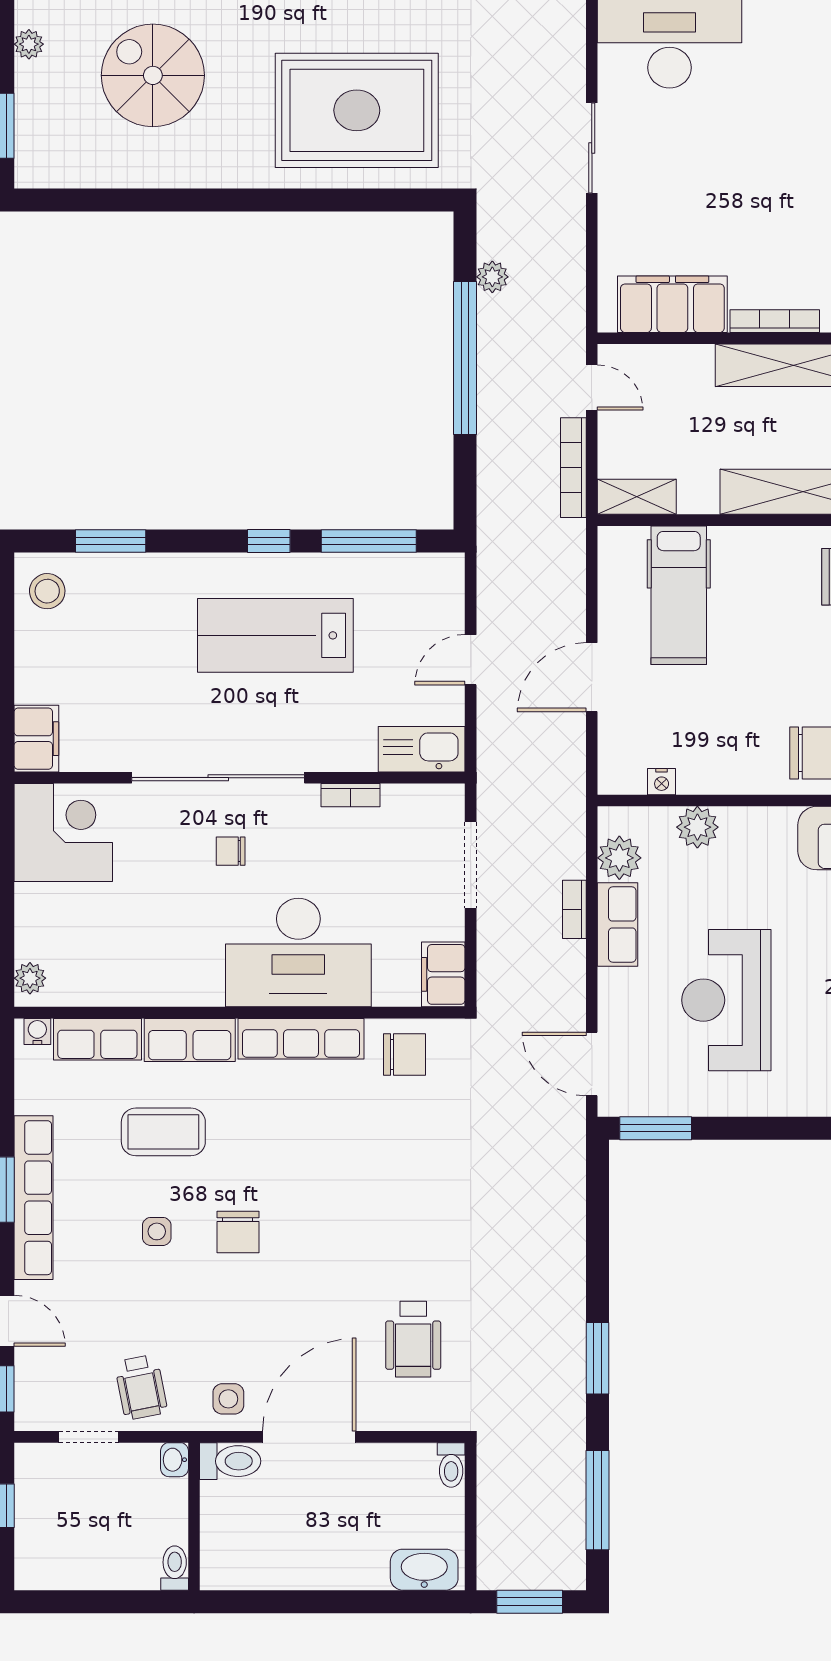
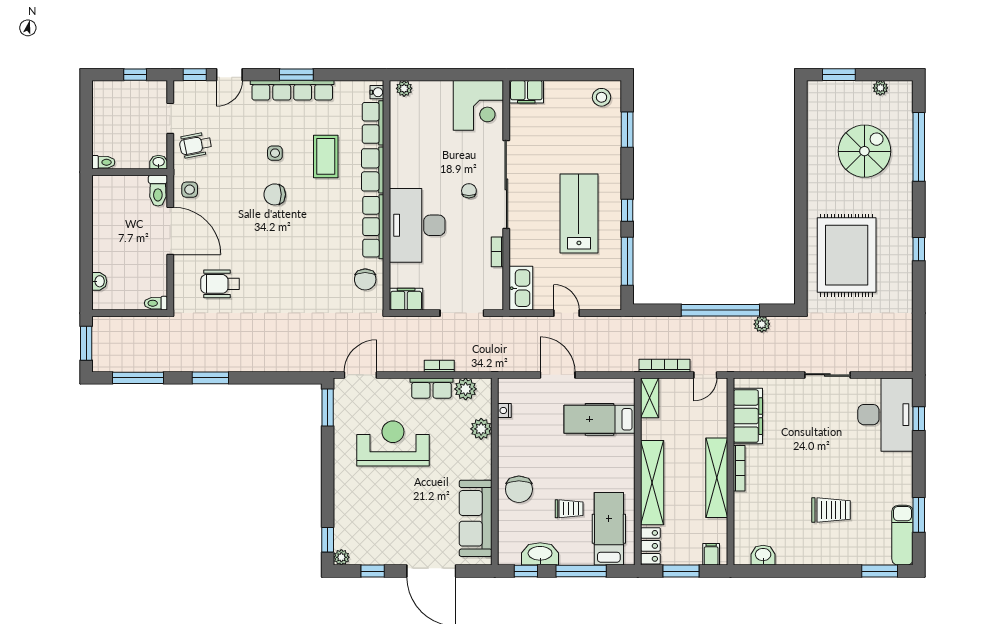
washbasin: (424, 1570) -> (99, 281), width x0.52, depth x0.69

